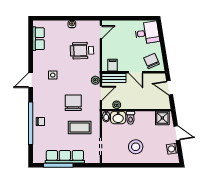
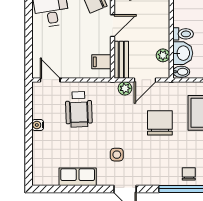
row of seats: (39, 39) -> (78, 177), moved
door: (101, 93) -> (145, 80), swing flipped
chair: (73, 103) -> (160, 123), turned 90

